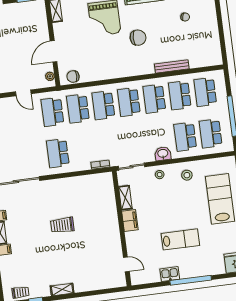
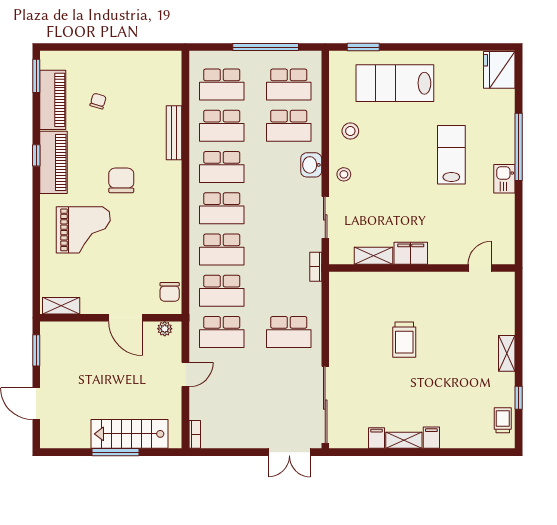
shelving: (125, 198) -> (373, 256), moved
filing cabinet: (130, 220) -> (411, 253), moved
wall: (122, 229) -> (422, 268), moved
door: (126, 264) -> (480, 268), moved

